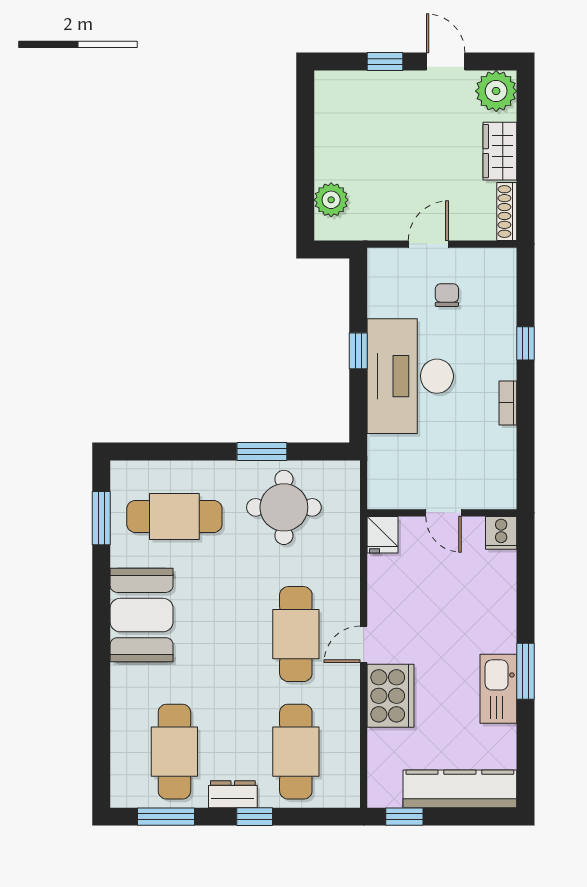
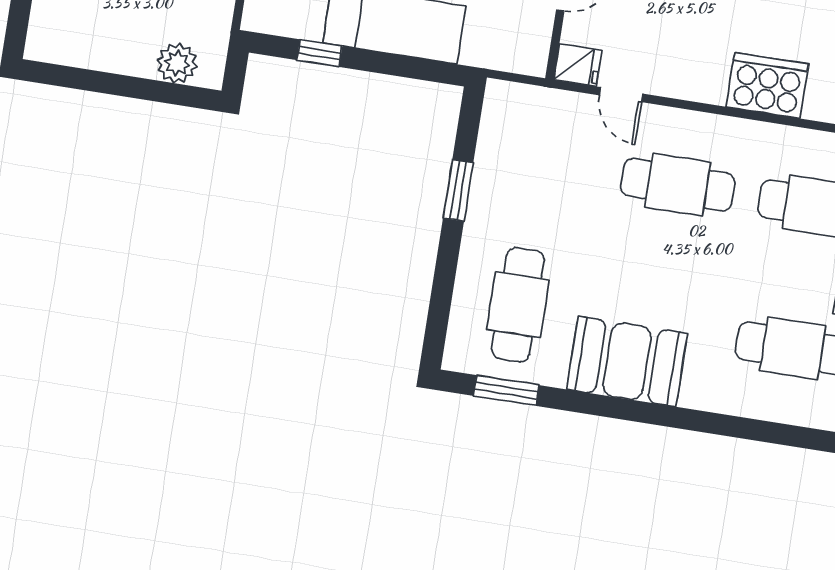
window: (358, 351) -> (319, 53), moved
round table: (284, 507) -> (528, 175), removed
door: (364, 644) -> (621, 95), moved

